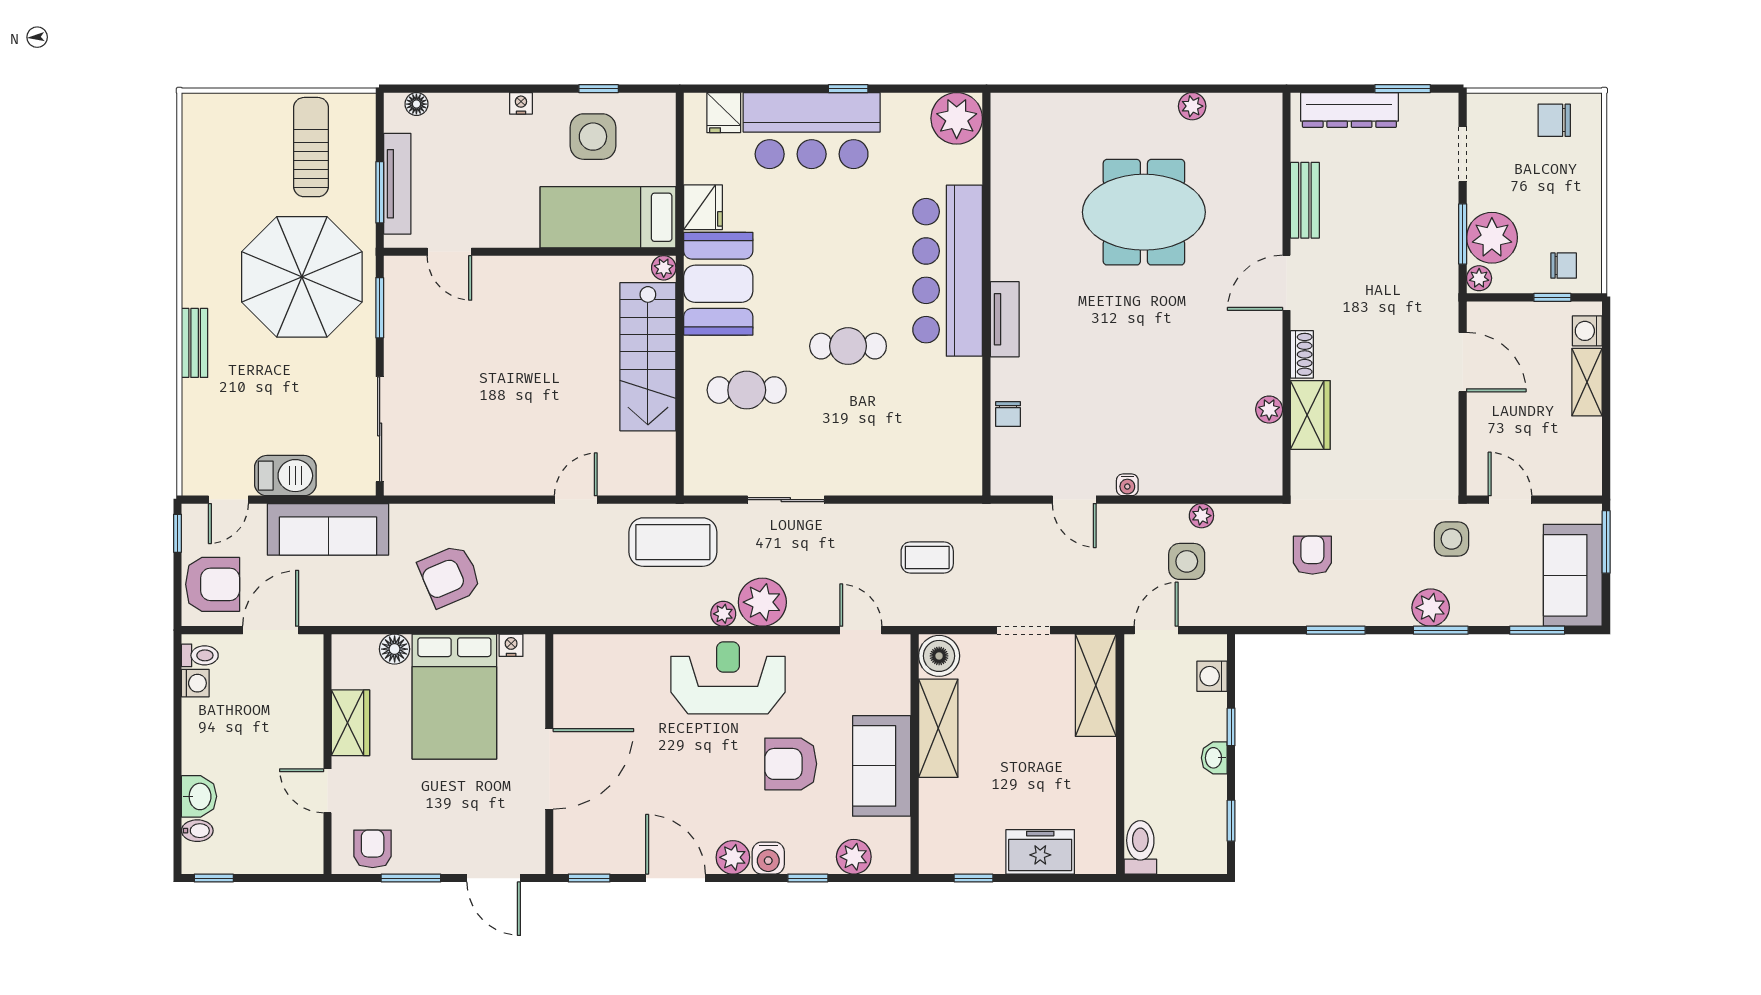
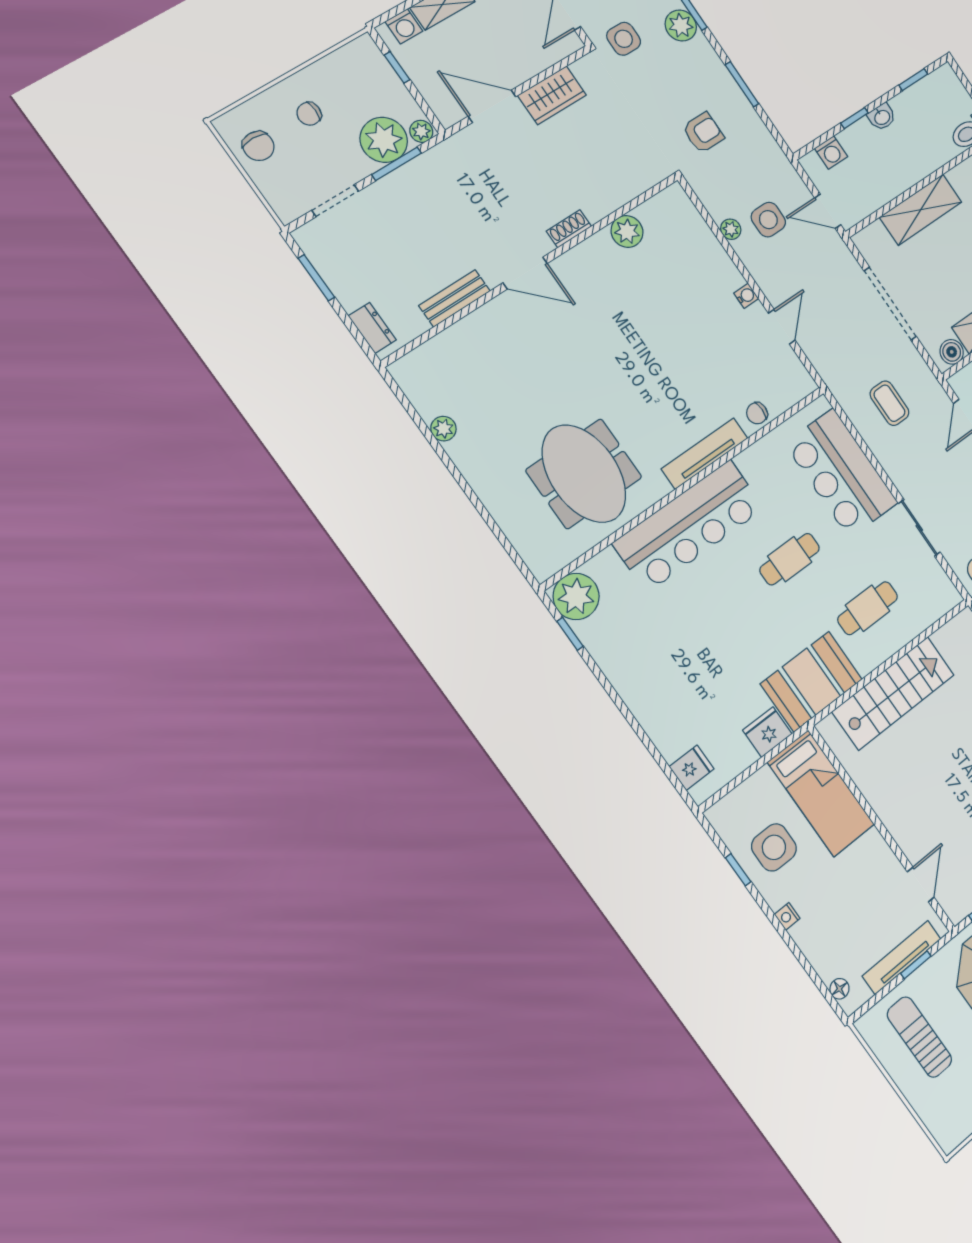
window: (848, 89) -> (570, 634), moved
dresser: (1349, 110) -> (372, 328), width x0.51, depth x0.80
bar counter: (812, 131) -> (841, 473), moved, turned 180
sun lounger: (311, 147) -> (919, 1037), turned 90
window: (380, 192) -> (916, 965), width x0.67
meeting table: (1144, 212) -> (584, 474), moved
chair: (1564, 266) -> (309, 114), moved, turned -90
plant: (664, 268) -> (827, 728), removed
tv unit: (1005, 319) -> (705, 453), width x1.41
cafe table: (848, 346) -> (790, 559), turned 90
door: (1463, 362) -> (492, 106), hinge flipped
cafe table: (747, 390) -> (868, 608), turned 90
plant: (1269, 410) -> (627, 231), width x1.38, depth x1.38
chair: (1008, 414) -> (757, 413), turned 180
wardrobe: (1310, 415) -> (552, 95), moved, turned 180
armchair: (1312, 555) -> (703, 133), turned 180
doorway: (1024, 630) -> (890, 304), width x1.87
boiler: (939, 656) -> (952, 352), width x0.73, depth x0.73
shelving: (1096, 685) -> (921, 210), moved

